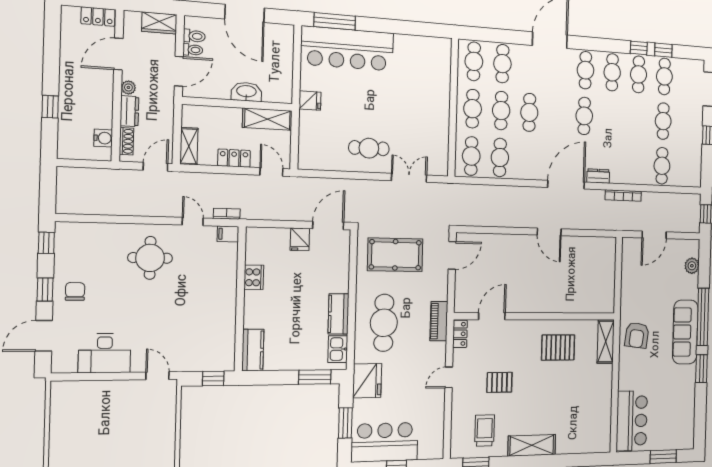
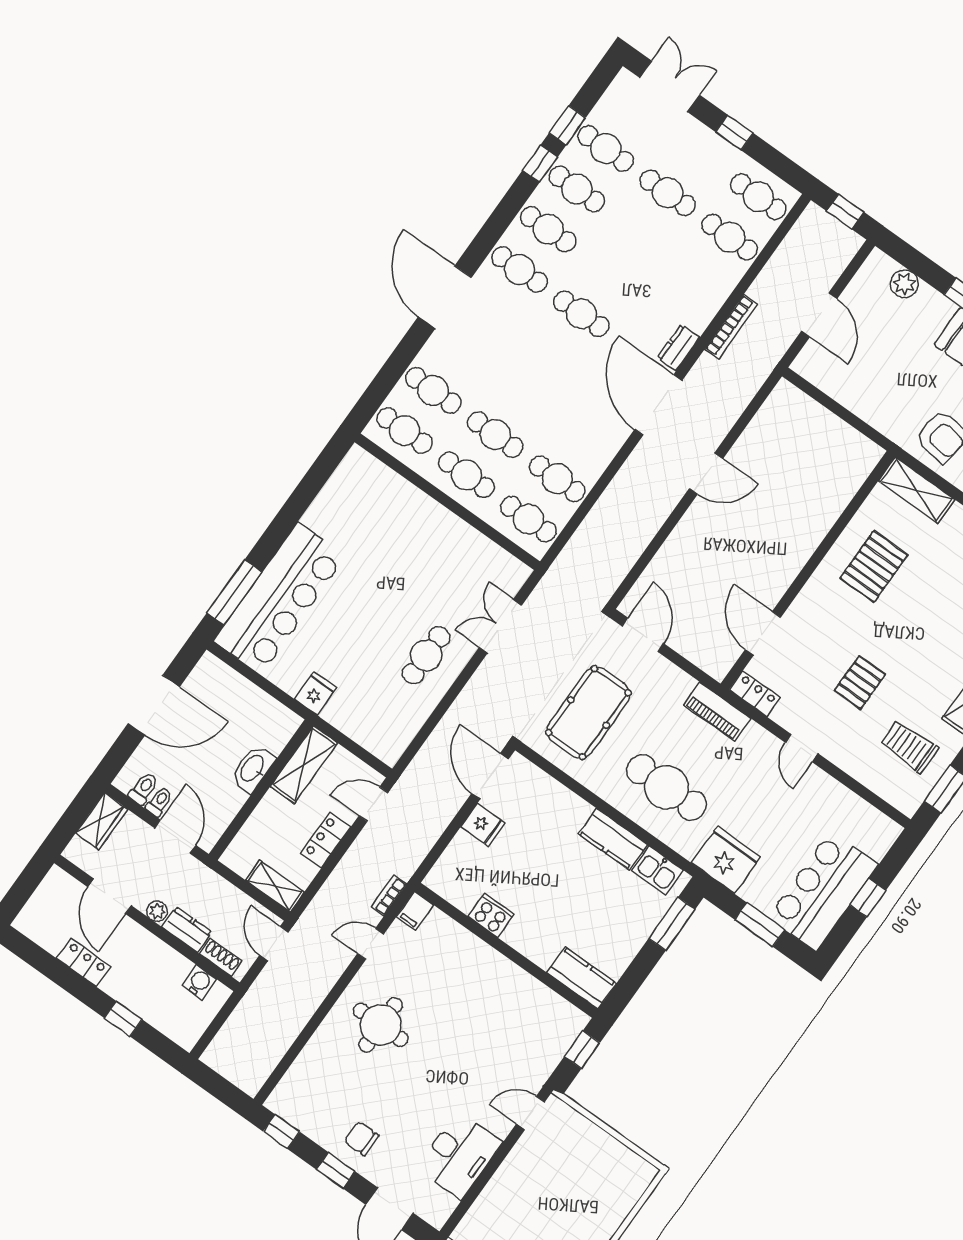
locker: (98, 17) -> (83, 962), moved, turned -90
cafe table: (529, 112) -> (758, 197), moved

